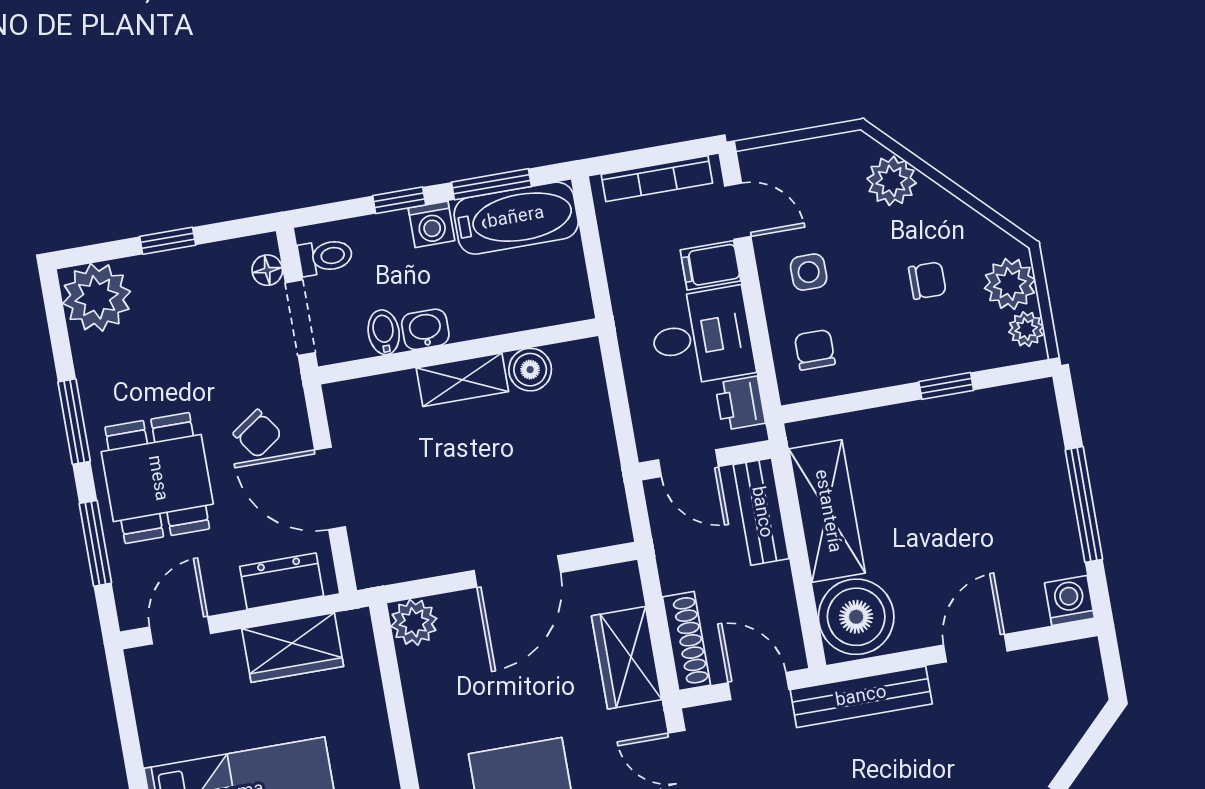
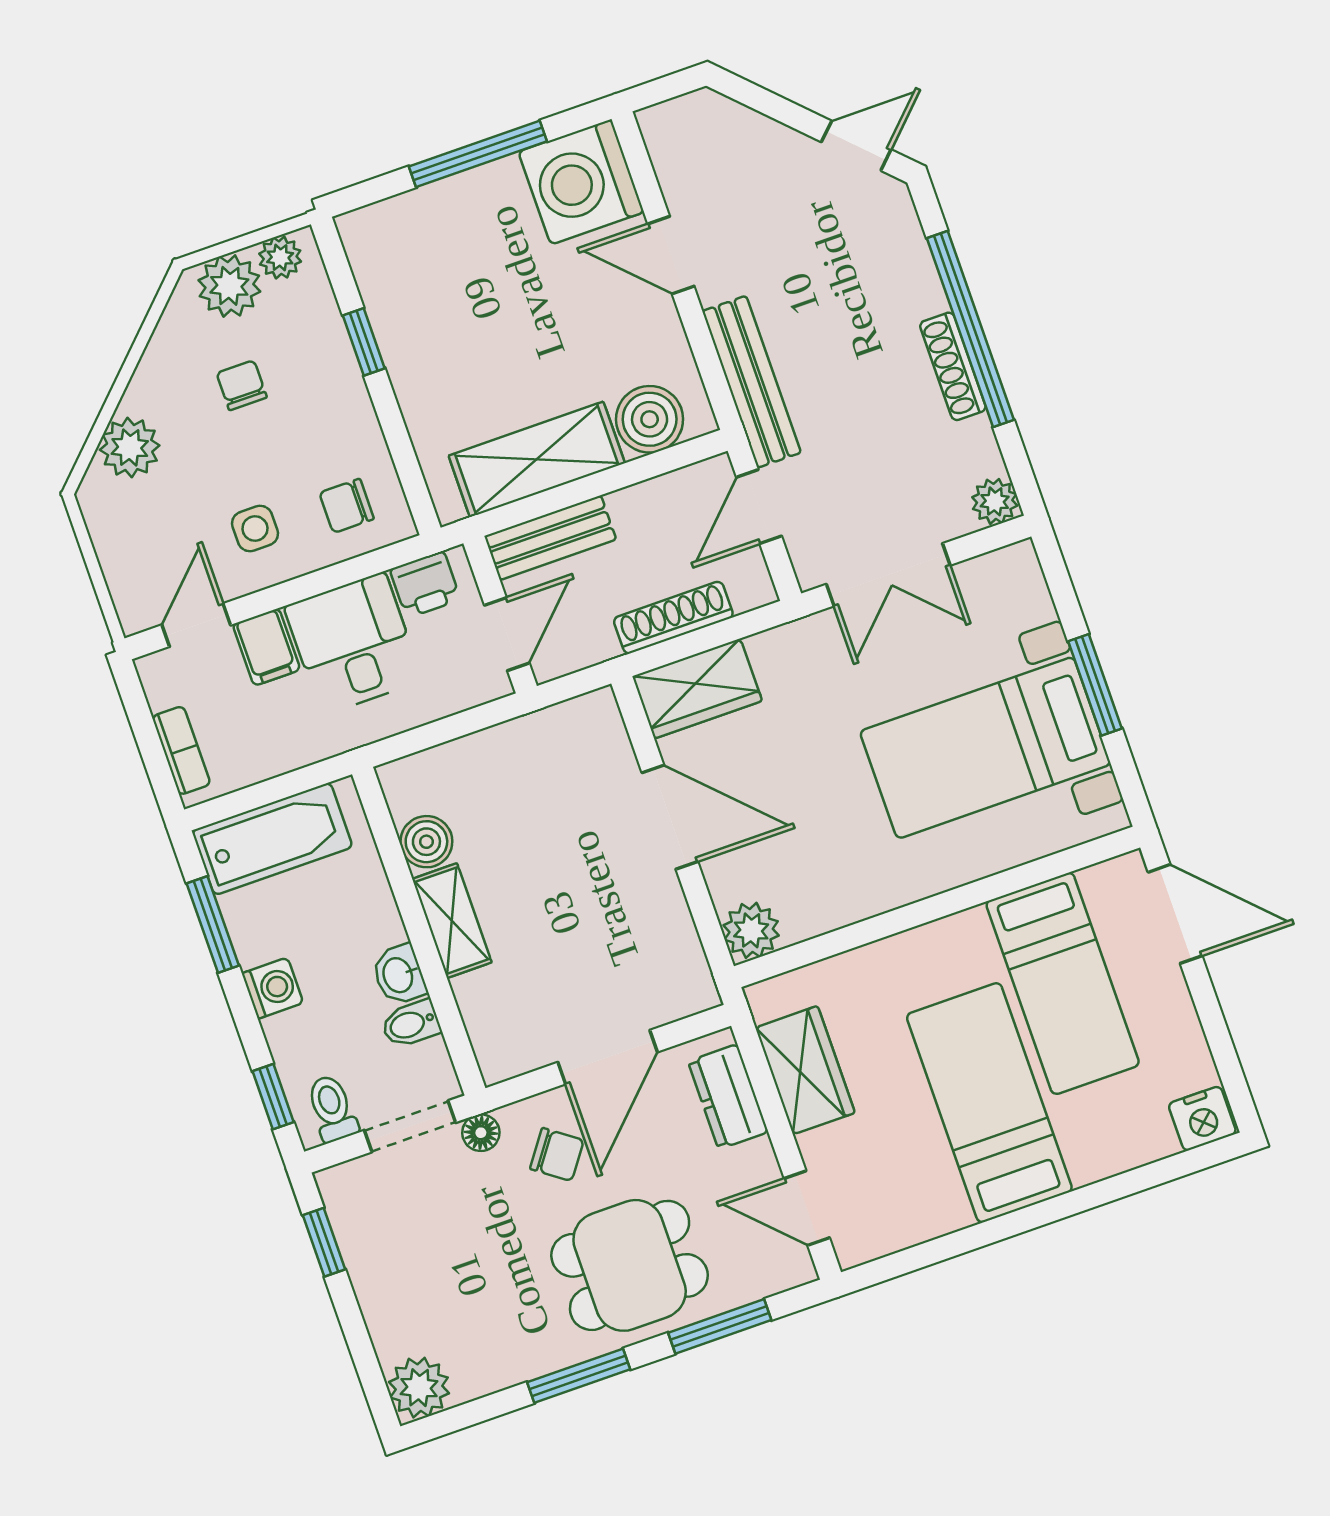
bookcase: (657, 179) -> (181, 750), width x0.64
window: (399, 200) -> (273, 1097), moved
bathtub: (516, 218) -> (272, 839), moved, turned 90
window: (168, 241) -> (324, 1242), moved
floor lamp: (267, 270) -> (481, 1133), moved
plant: (97, 297) -> (419, 1388), width x0.73, depth x0.73
chair: (257, 434) -> (557, 1154), turned 71
washing machine: (1069, 600) -> (581, 182), width x1.89, depth x1.89
boiler: (856, 617) -> (650, 419), width x0.73, depth x0.73
shoe rack: (686, 641) -> (673, 618), moved
wardrobe: (627, 658) -> (697, 689), moved

